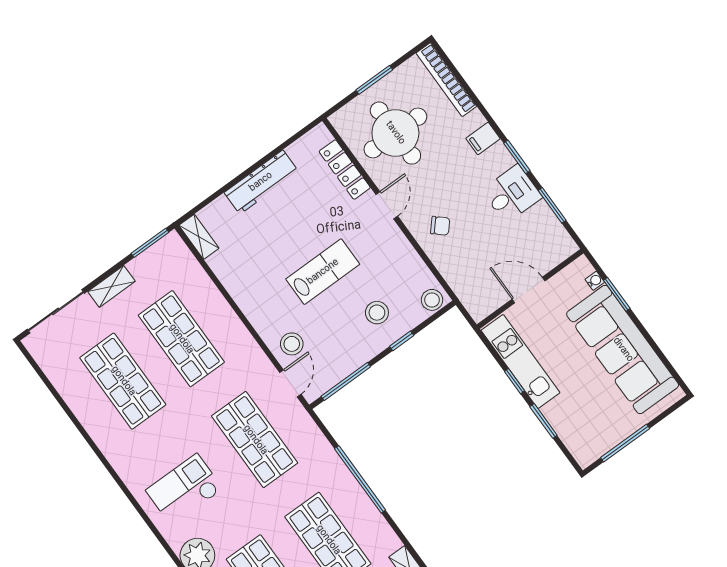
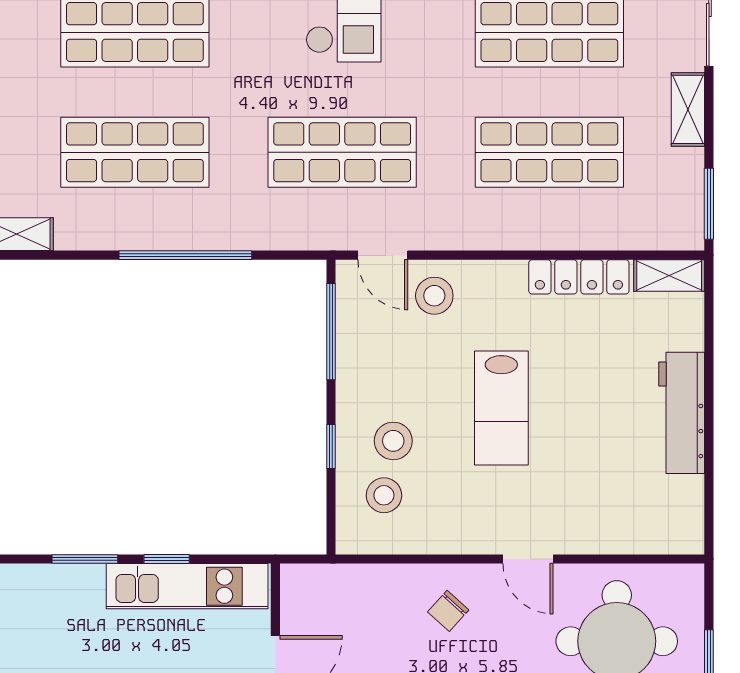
locker: (345, 170) -> (579, 277), moved, turned 180
stool: (432, 300) -> (384, 495), moved

